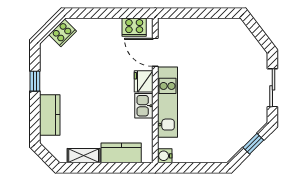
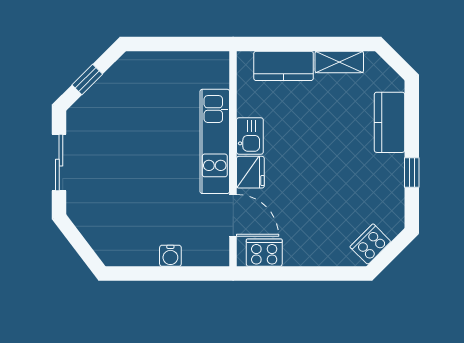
water cooler: (165, 156) -> (170, 256), moved, turned 90

